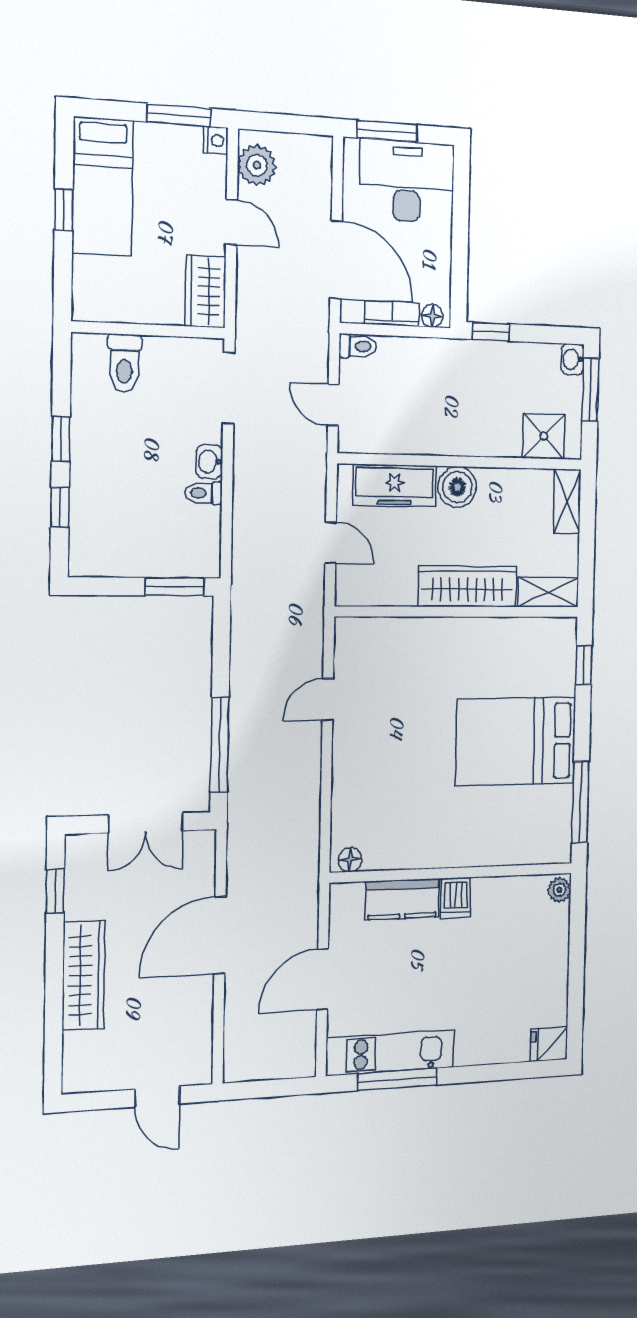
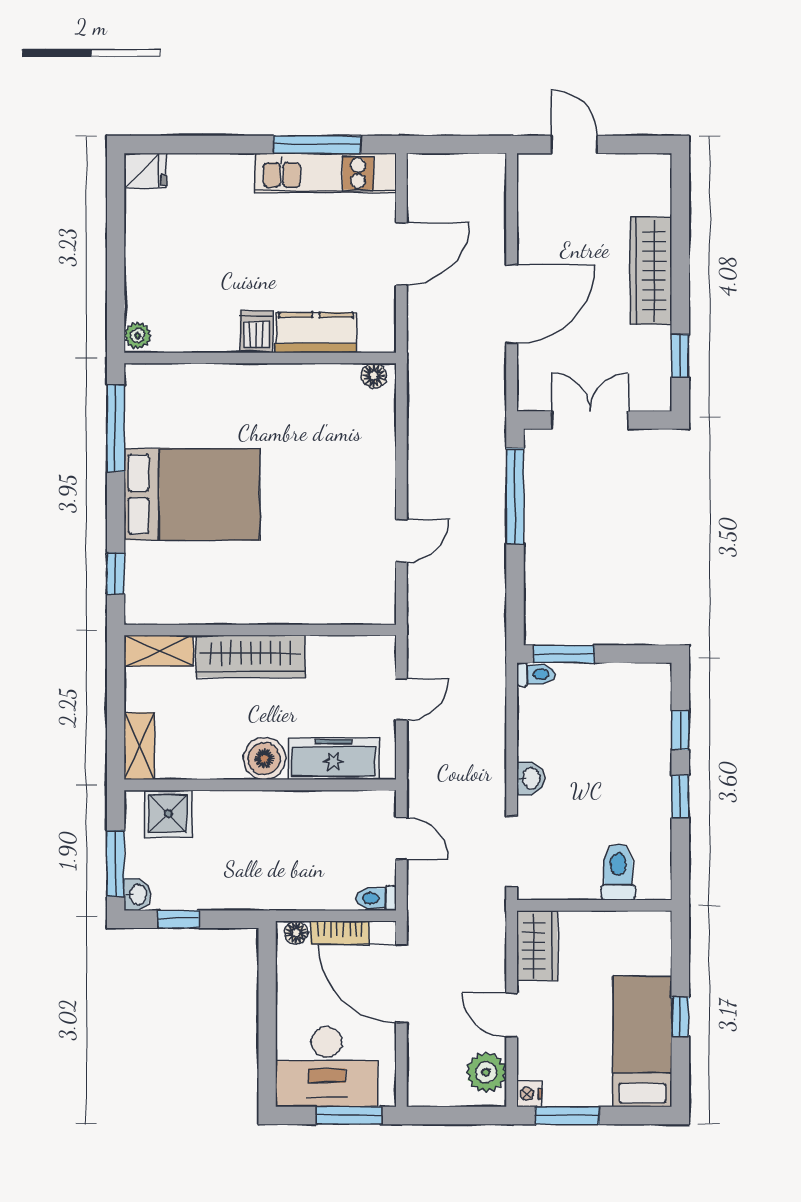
window: (491, 332) -> (179, 919), moved
toilet: (204, 493) -> (536, 674), moved
door: (331, 543) -> (401, 700), swing flipped

